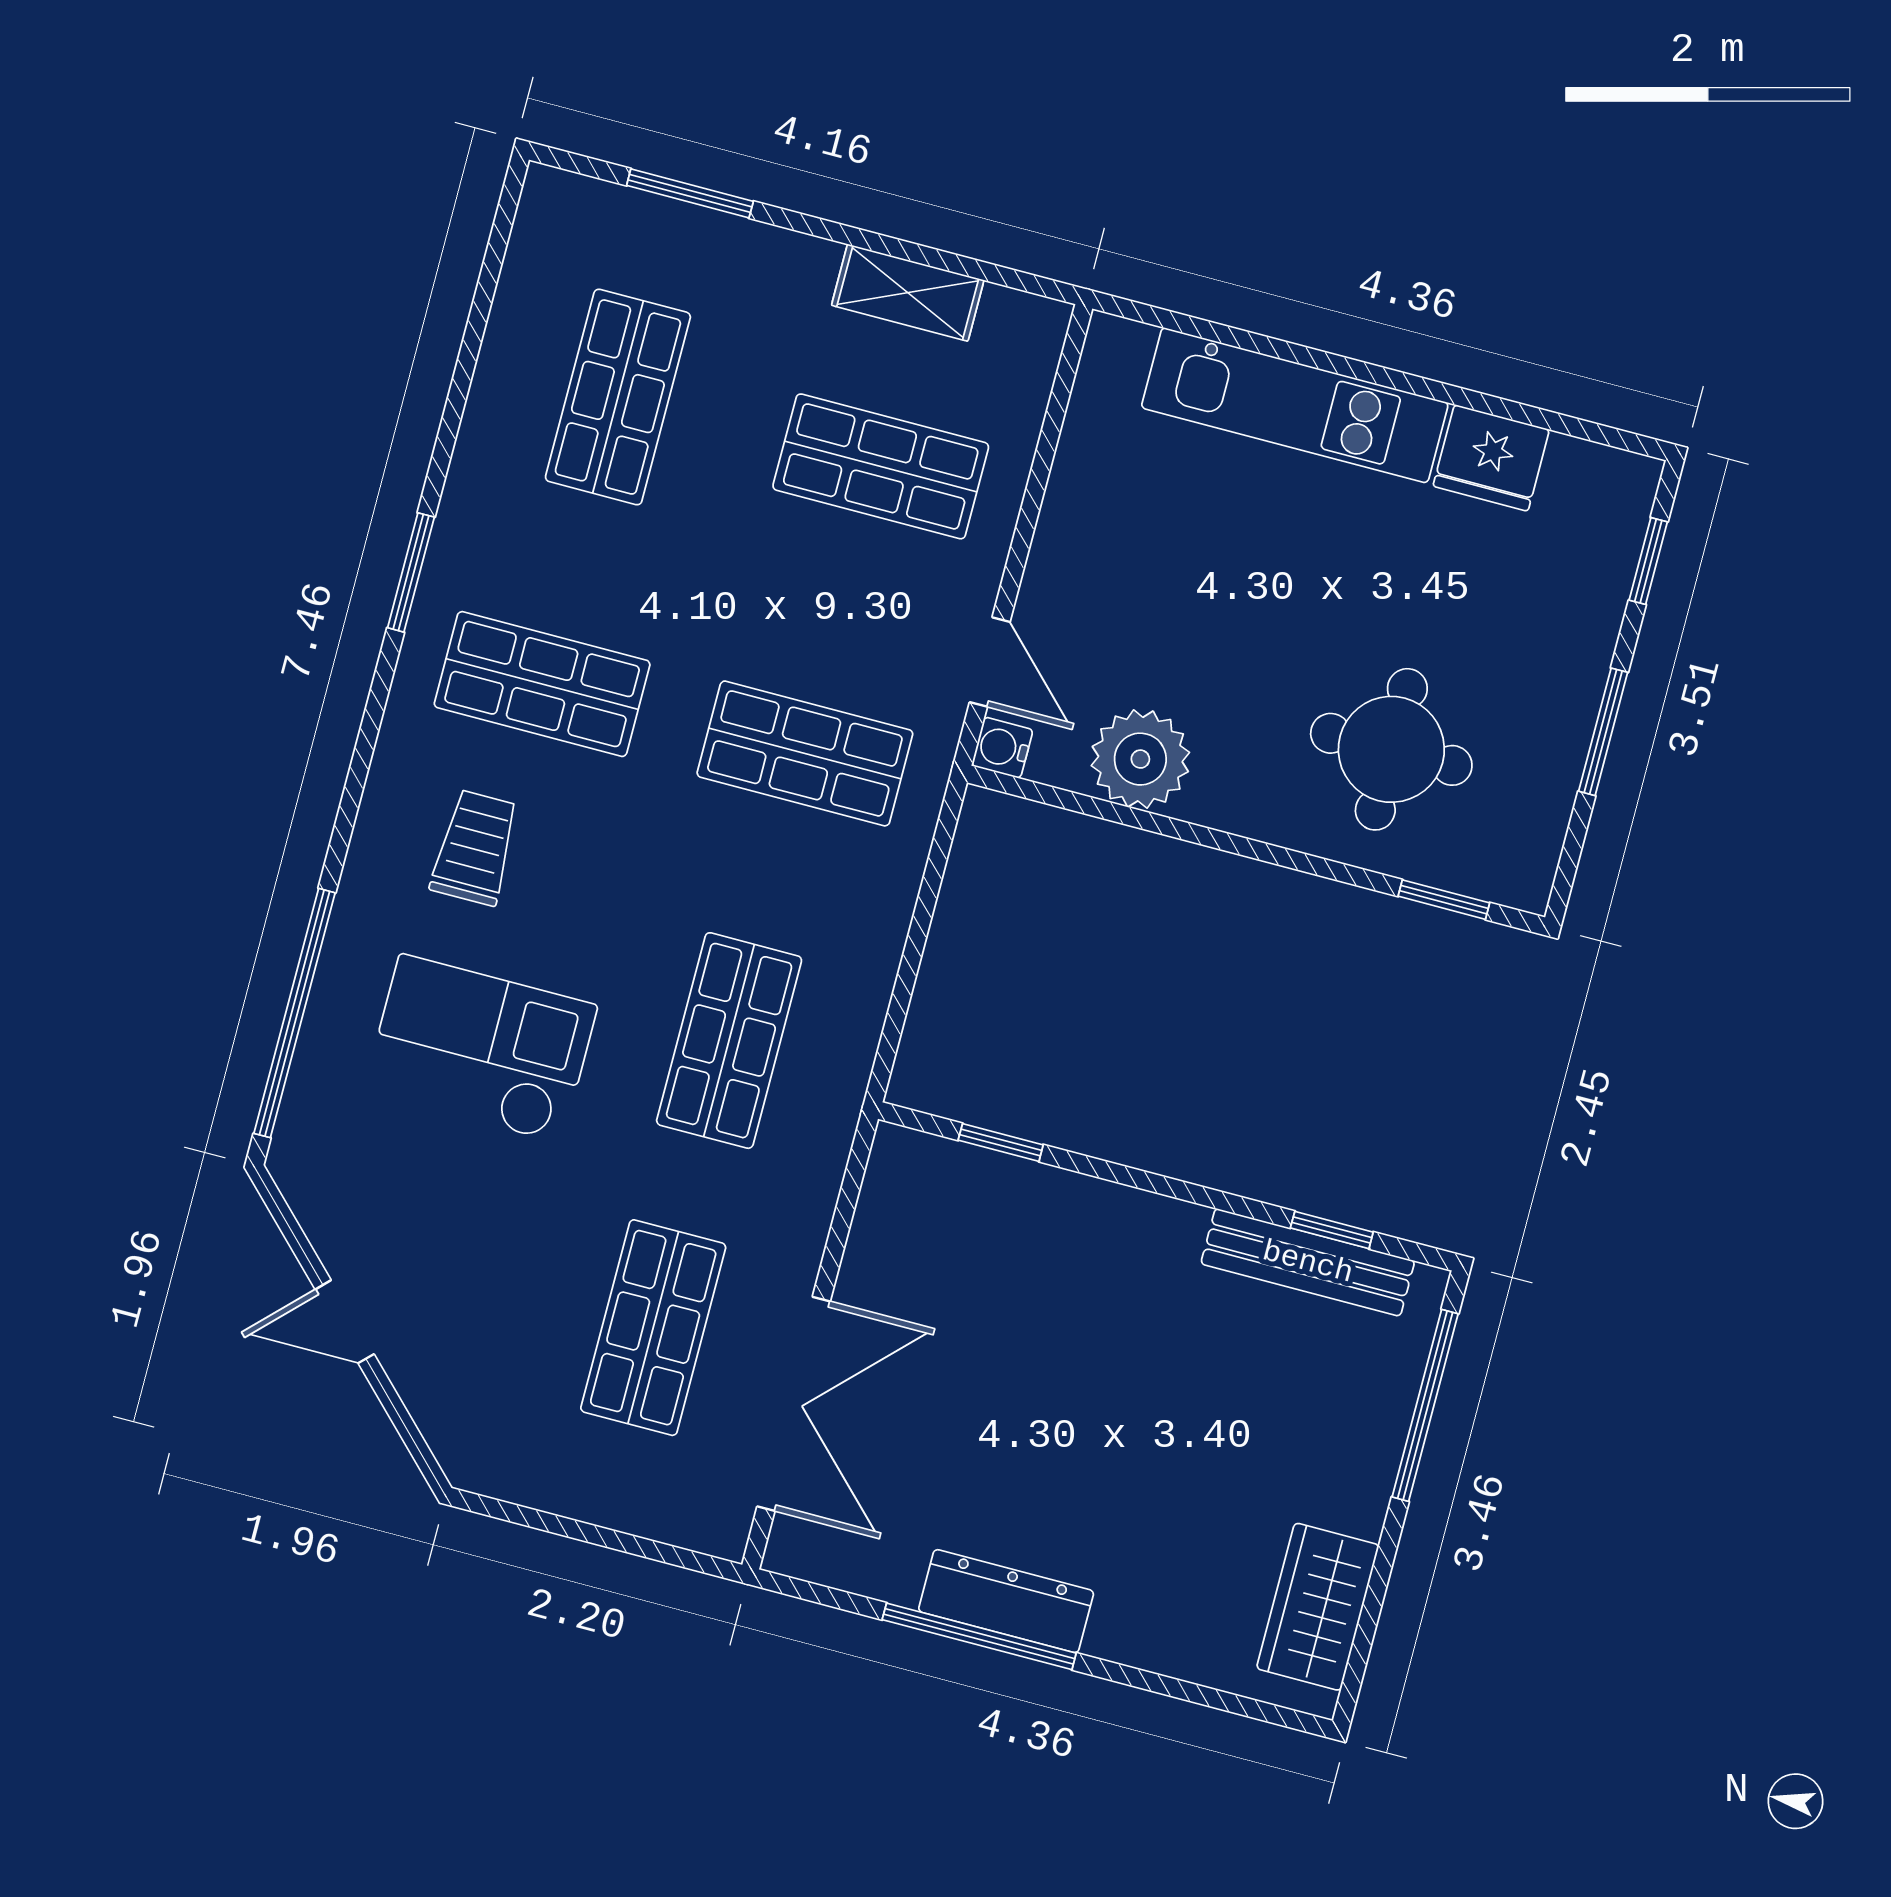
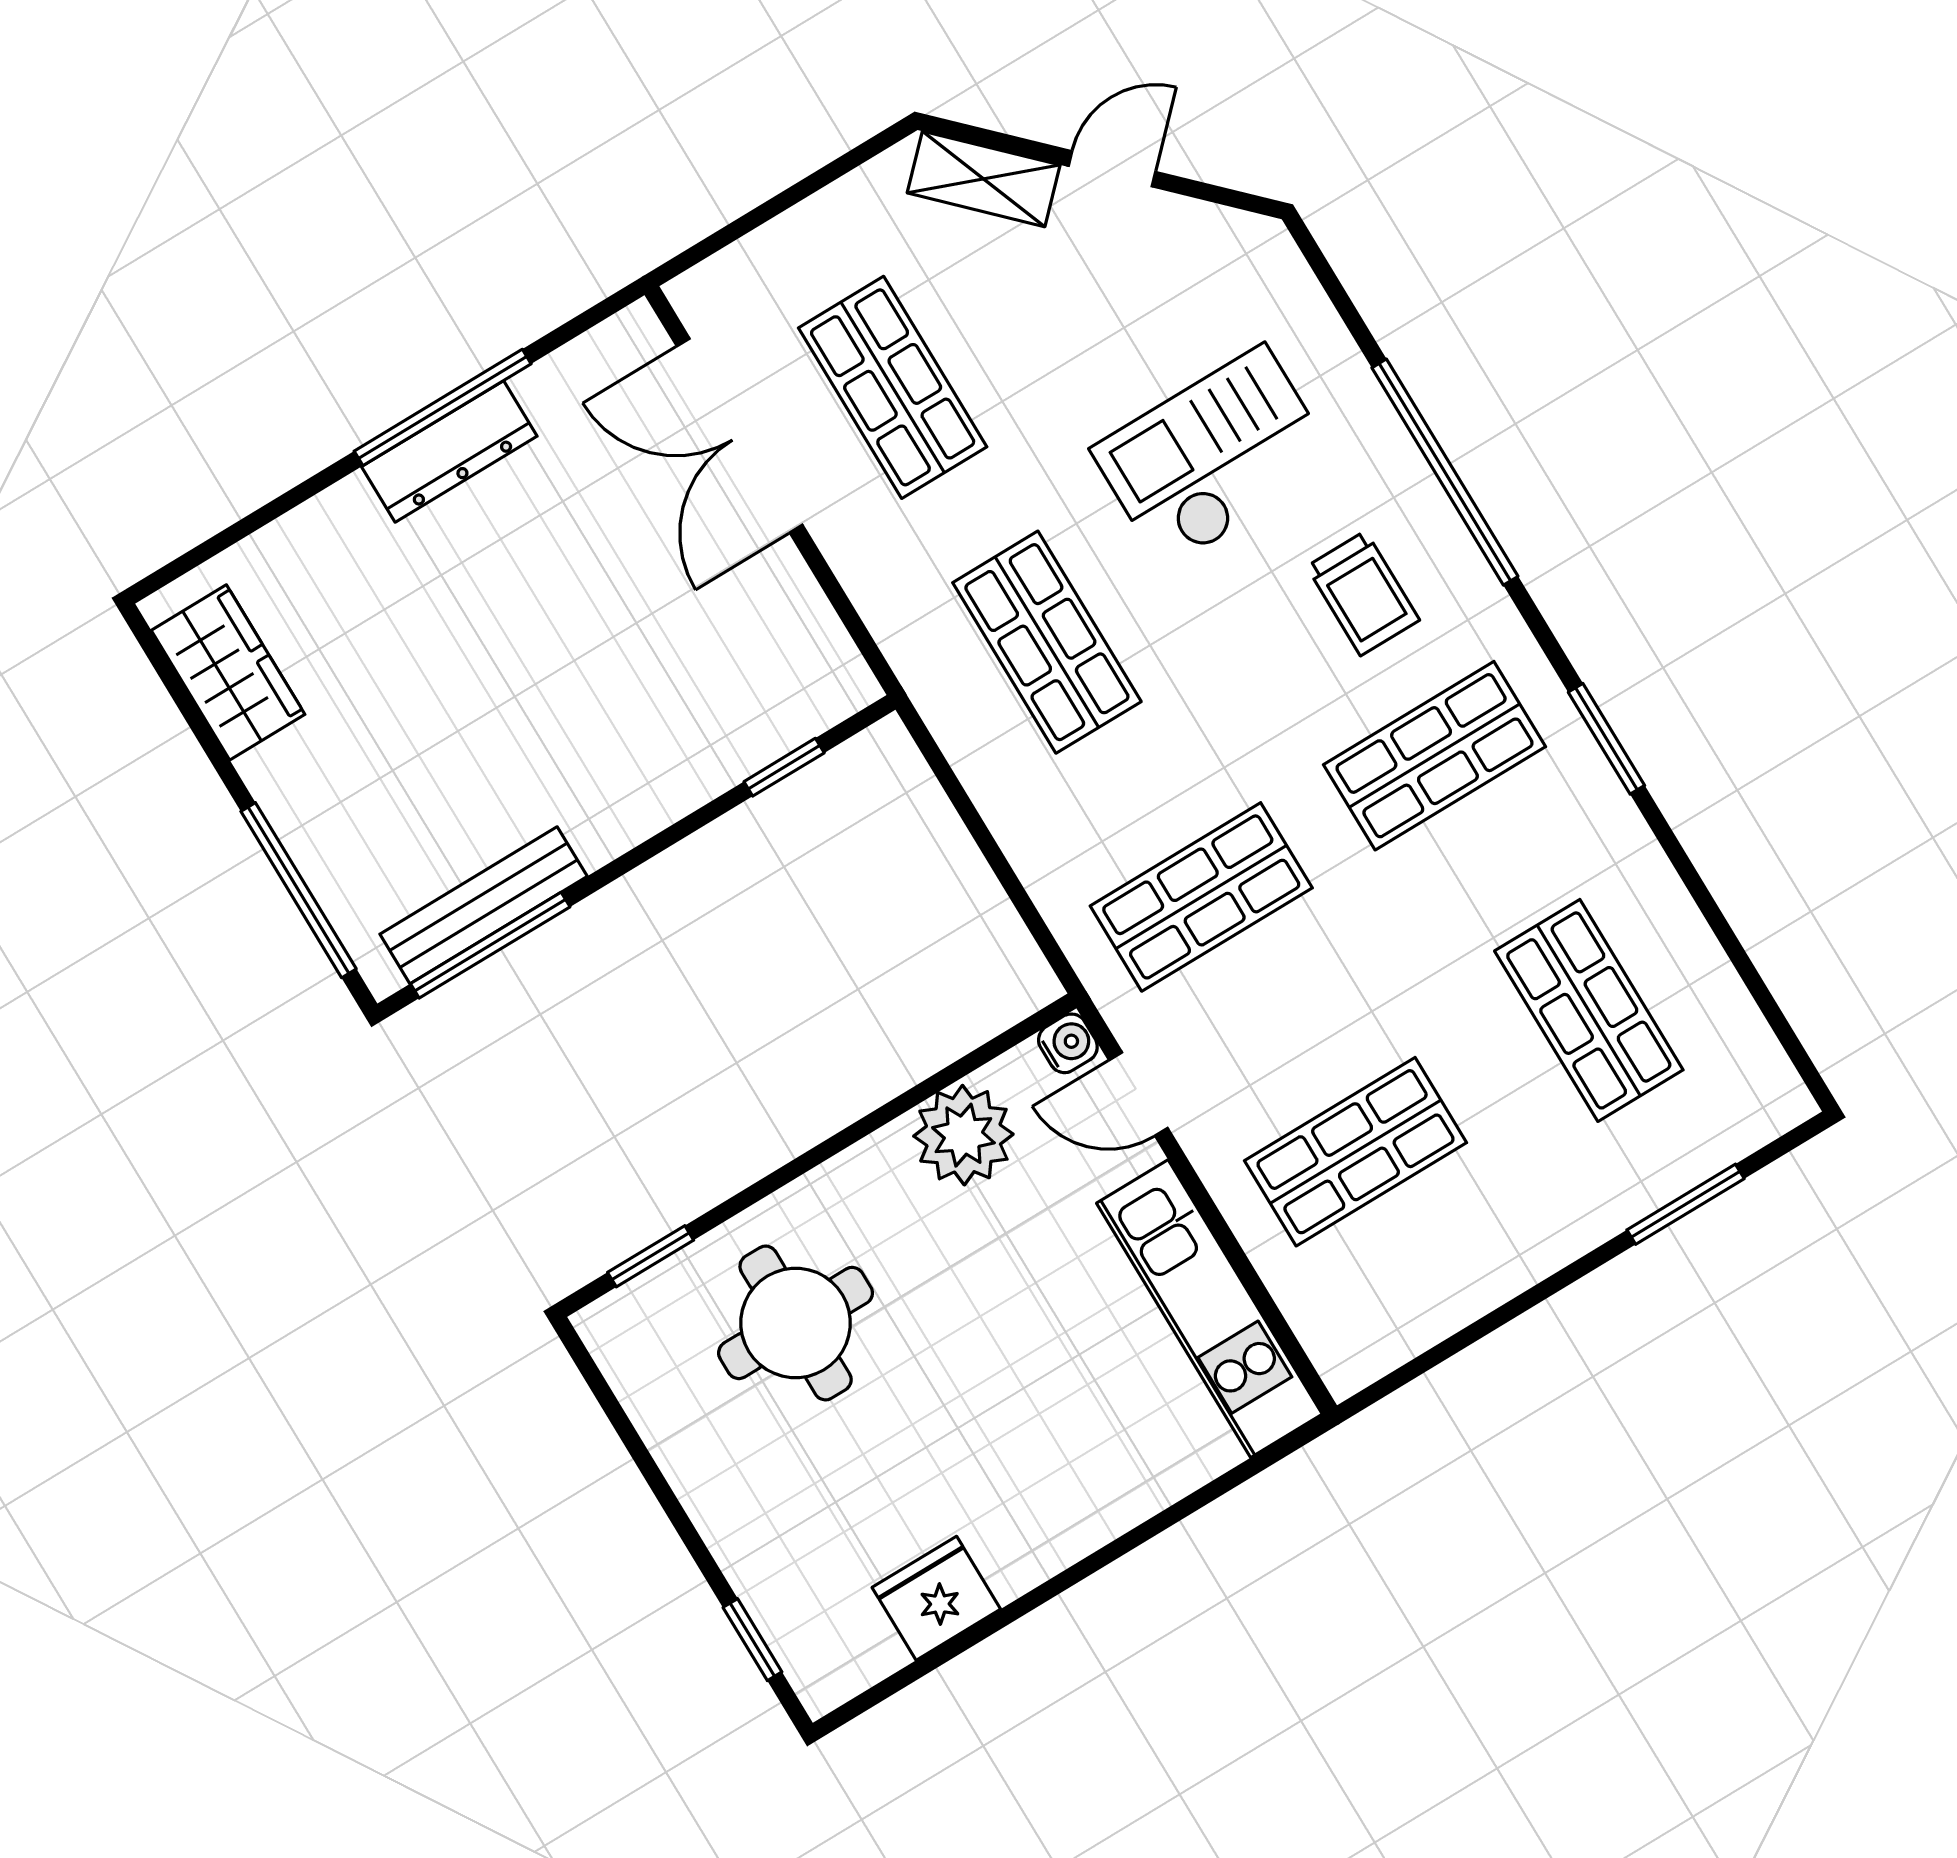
shelving: (908, 293) -> (984, 179), moved, turned 45
kitchen unit: (1295, 405) -> (1209, 1309), moved, turned -90
window: (1603, 732) -> (661, 1488), removed
window: (295, 1013) -> (1445, 472), moved
checkout: (481, 1049) -> (1214, 457), turned 180
window: (1332, 1230) -> (490, 945), width x2.17

